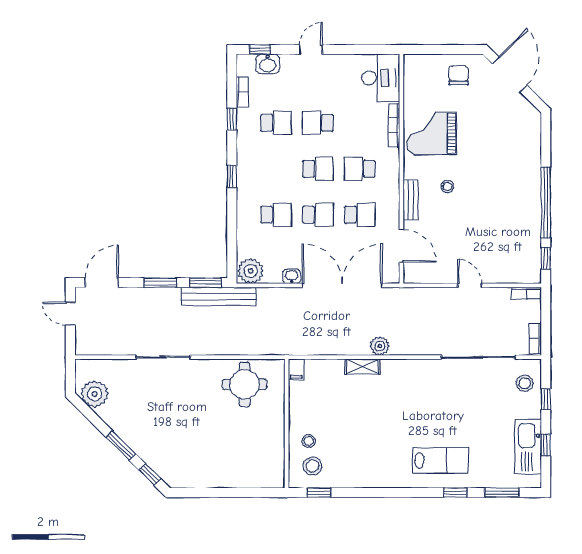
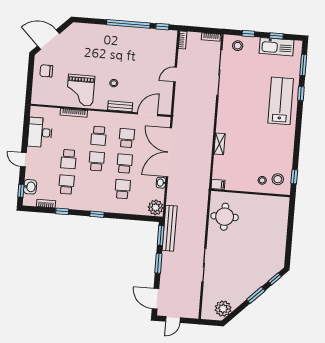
desk: (381, 78) -> (40, 132), moved, turned -90
plant: (380, 346) -> (208, 132), removed
lab bench: (440, 460) -> (281, 101), width x1.36, depth x1.39

